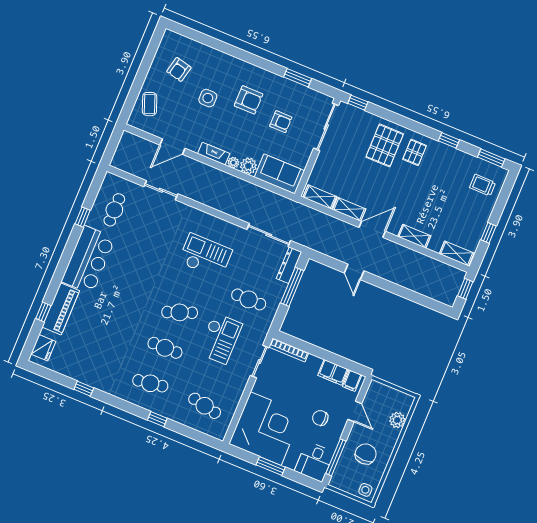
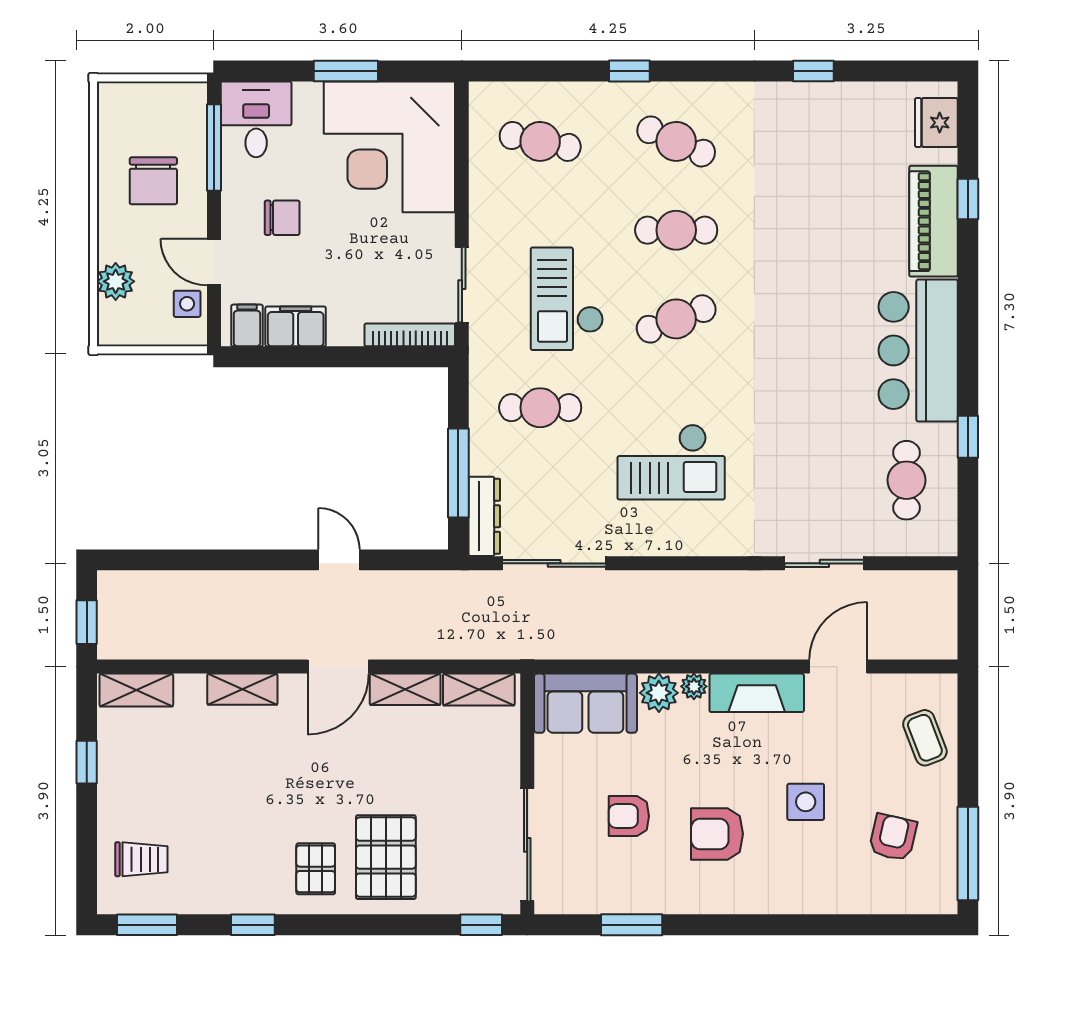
window: (152, 51) -> (968, 854), added
fireplace: (214, 154) -> (757, 693), width x1.37, depth x1.32
cafe table: (150, 383) -> (676, 141), turned 33
side table: (365, 490) -> (187, 304), moved

